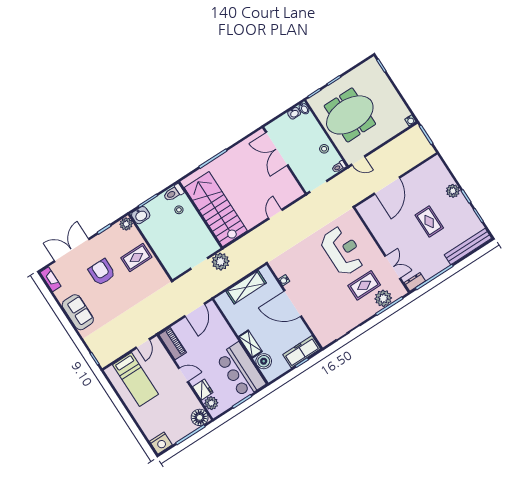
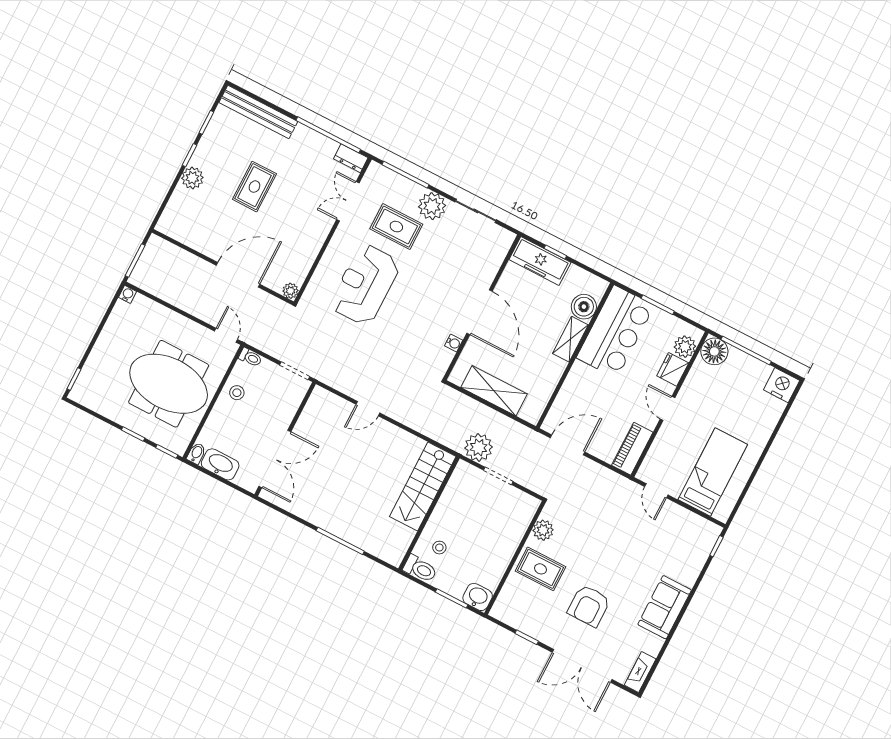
washbasin: (294, 113) -> (220, 464), width x1.91, depth x1.45
stairs: (216, 209) -> (423, 486), width x0.73, depth x0.66
plant: (362, 209) -> (291, 291), added
plant: (126, 224) -> (543, 530), moved
plant: (383, 298) -> (432, 206), moved
door: (143, 344) -> (656, 491), swing flipped

